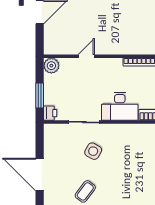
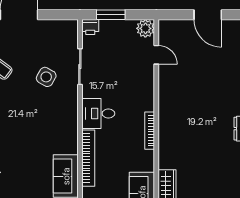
door: (86, 56) -> (156, 55), moved
desk: (120, 106) -> (98, 113), width x0.73

